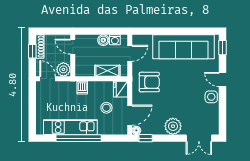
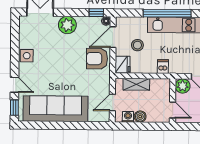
door: (222, 80) -> (15, 85), moved
armchair: (149, 82) -> (97, 59), moved

